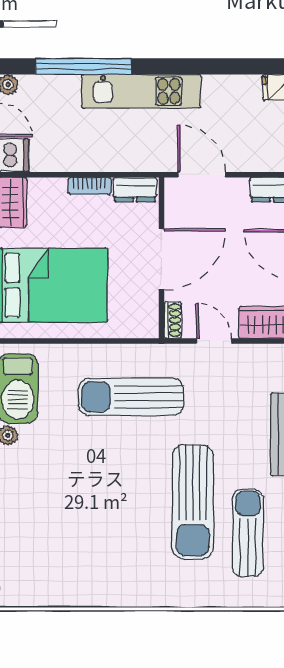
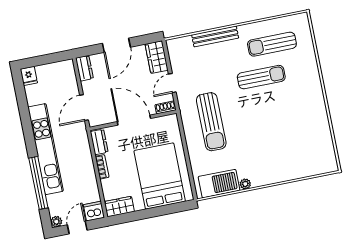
kitchen unit: (141, 91) -> (46, 149), width x1.36
sun lounger: (193, 502) -> (261, 77), width x0.73, depth x0.75

